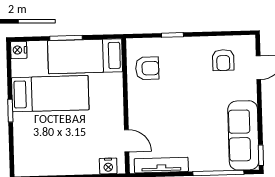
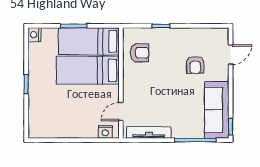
armchair: (223, 60) -> (195, 65), moved
bed: (50, 94) -> (88, 70), moved, turned 180
door: (127, 141) -> (121, 112), swing flipped

